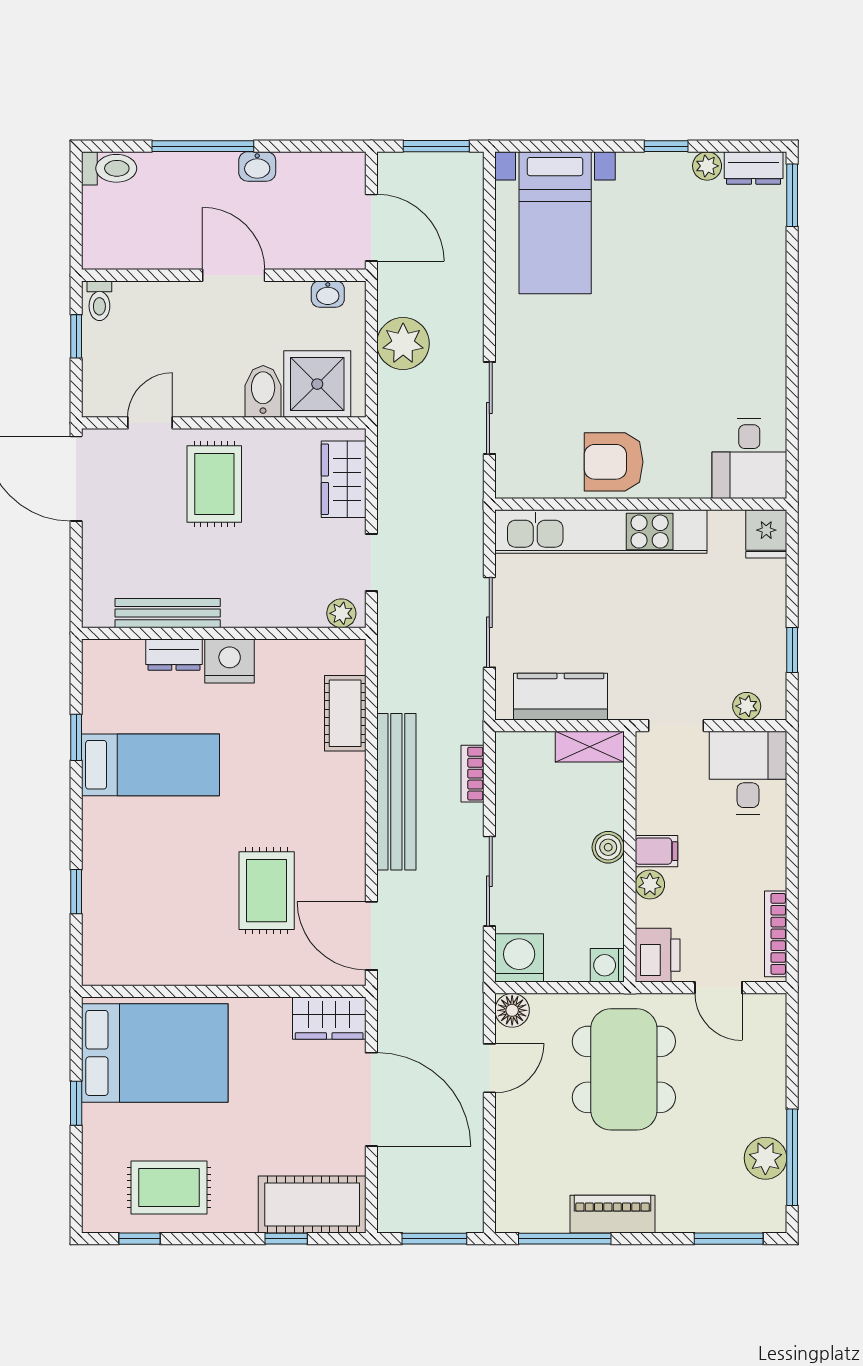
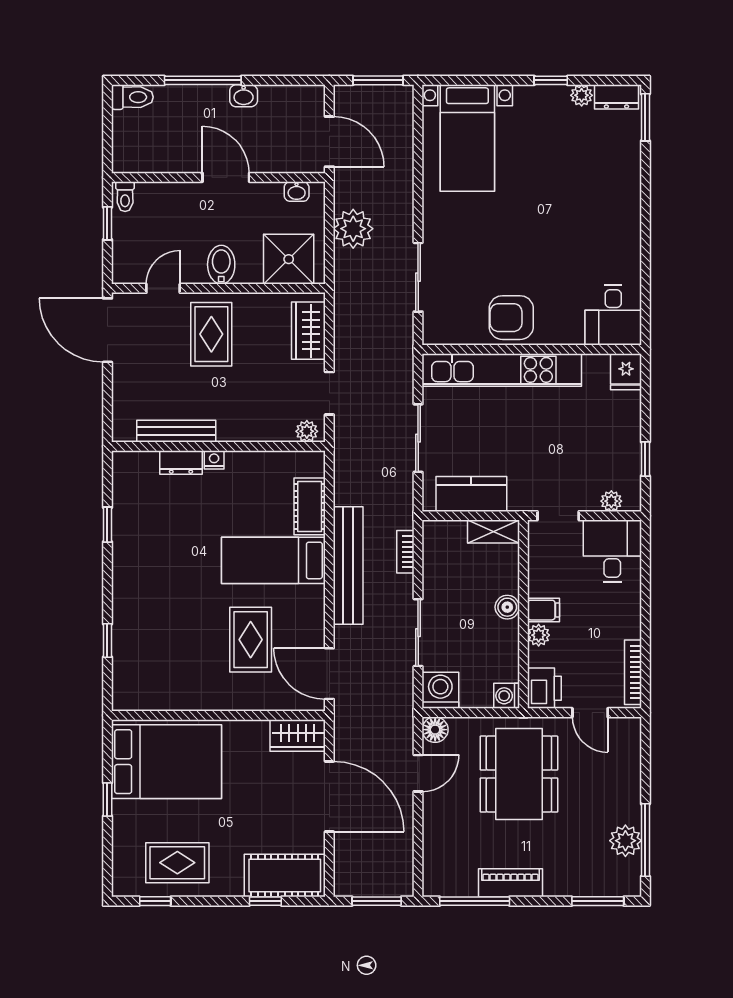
bidet: (263, 391) -> (221, 265), moved
nightstand: (230, 661) -> (214, 460), width x0.53, depth x0.56
bed: (150, 765) -> (273, 560), moved, turned 180

